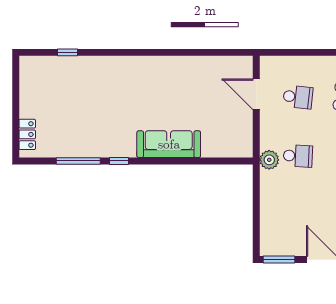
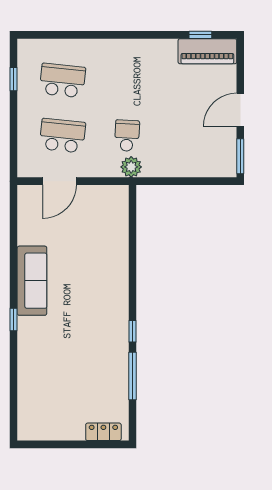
window: (67, 52) -> (14, 320), moved
school desk: (298, 97) -> (62, 136), width x1.85
sofa: (169, 144) -> (32, 281), moved, turned 180

